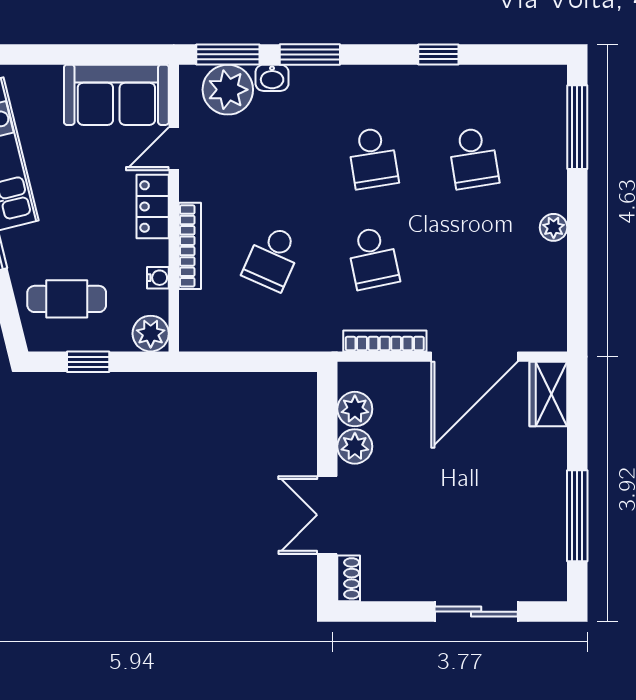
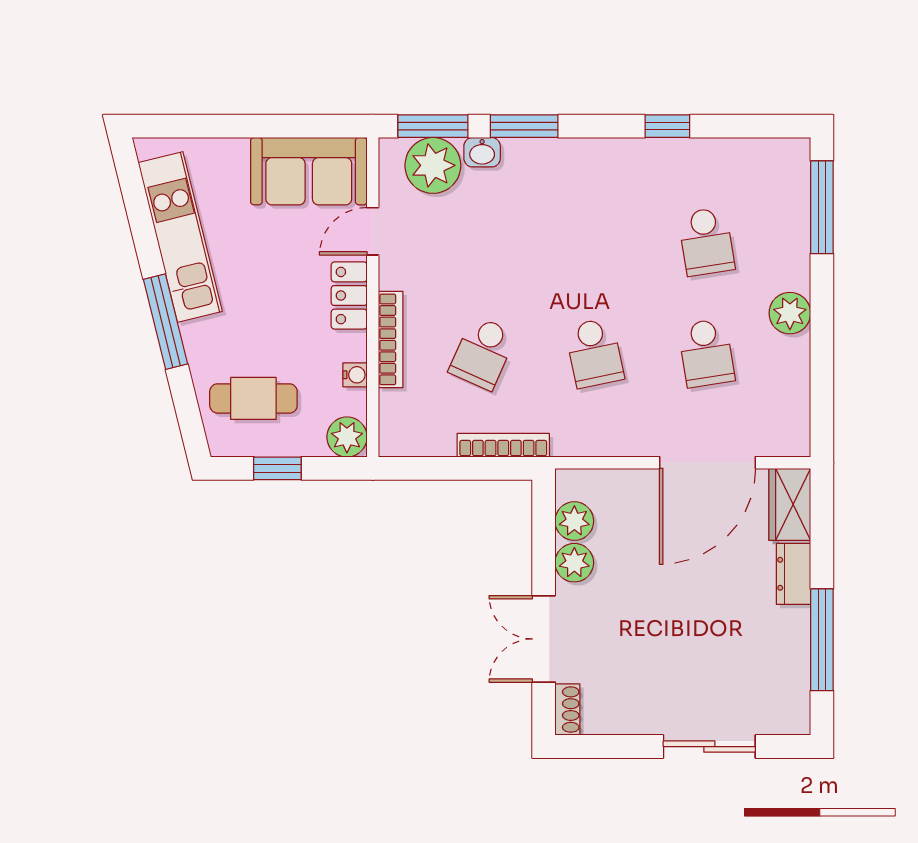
school desk: (373, 158) -> (706, 353), moved
plant: (554, 227) -> (790, 313), width x1.38, depth x1.38
bookcase: (385, 341) -> (503, 445), moved
dresser: (552, 456) -> (793, 574), added

